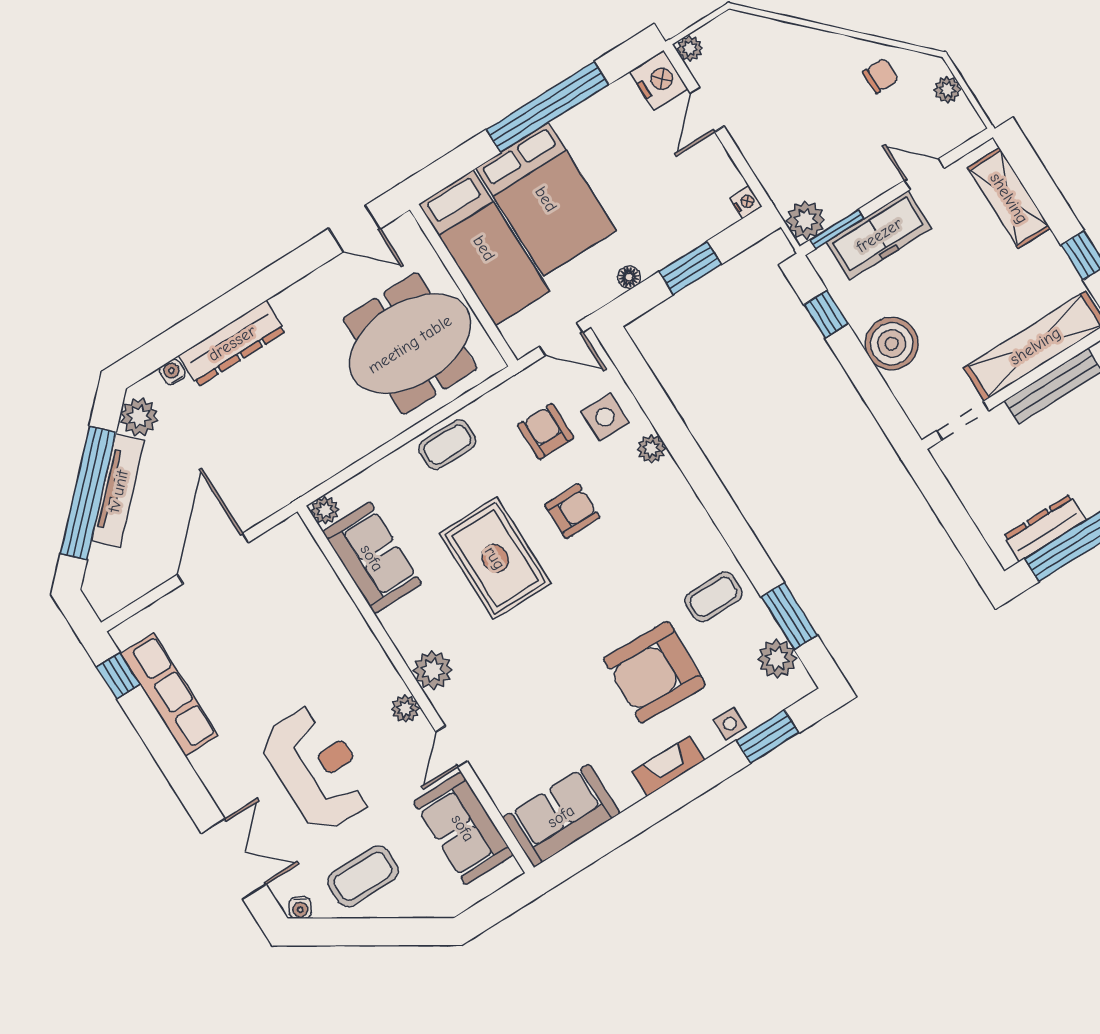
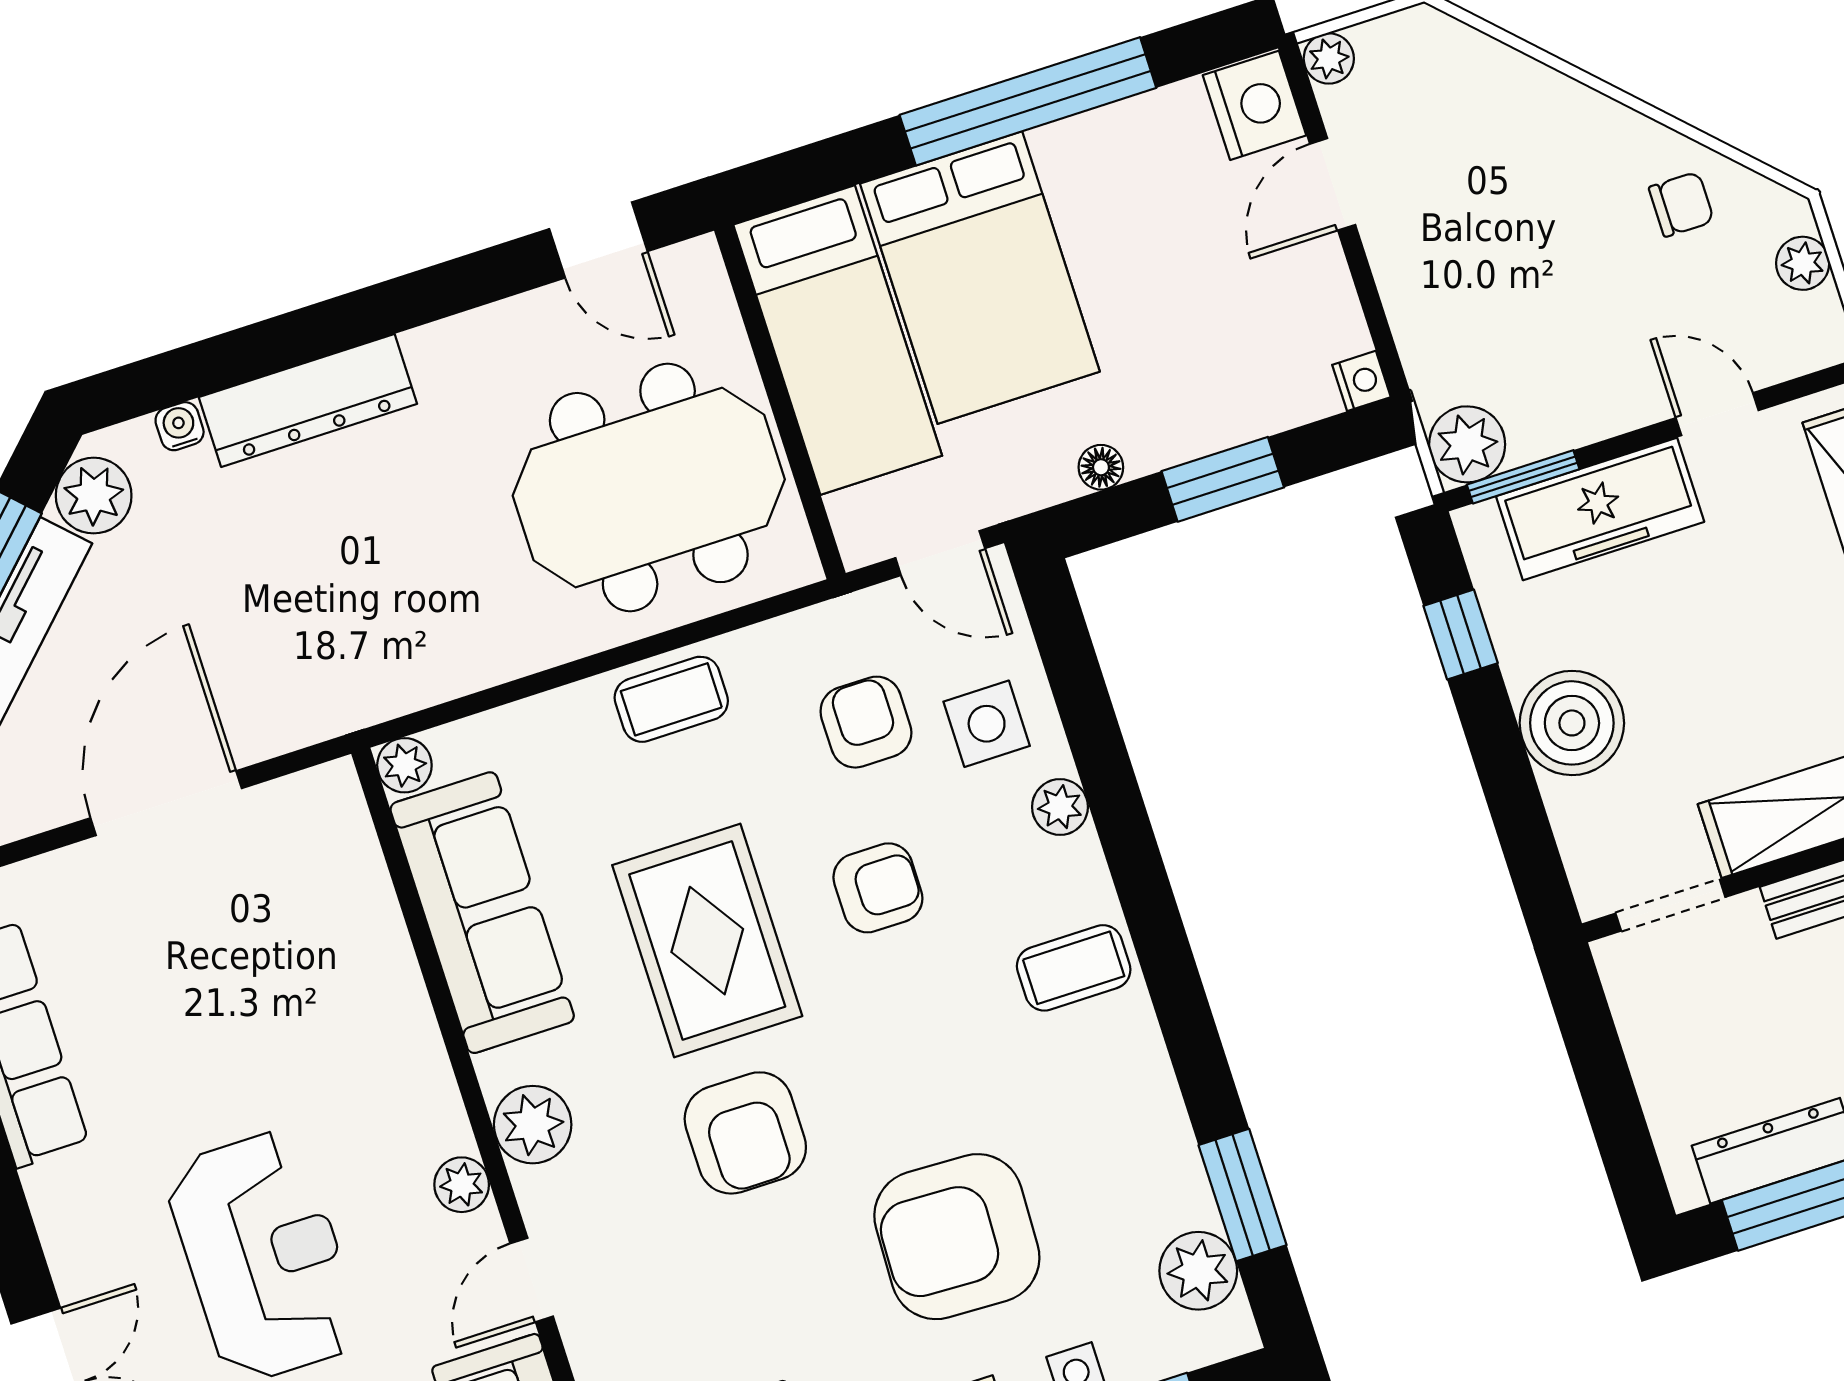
sofa: (372, 558) -> (482, 913), width x1.36
coffee table: (713, 597) -> (1074, 968), moved
armchair: (538, 648) -> (745, 1133), added

